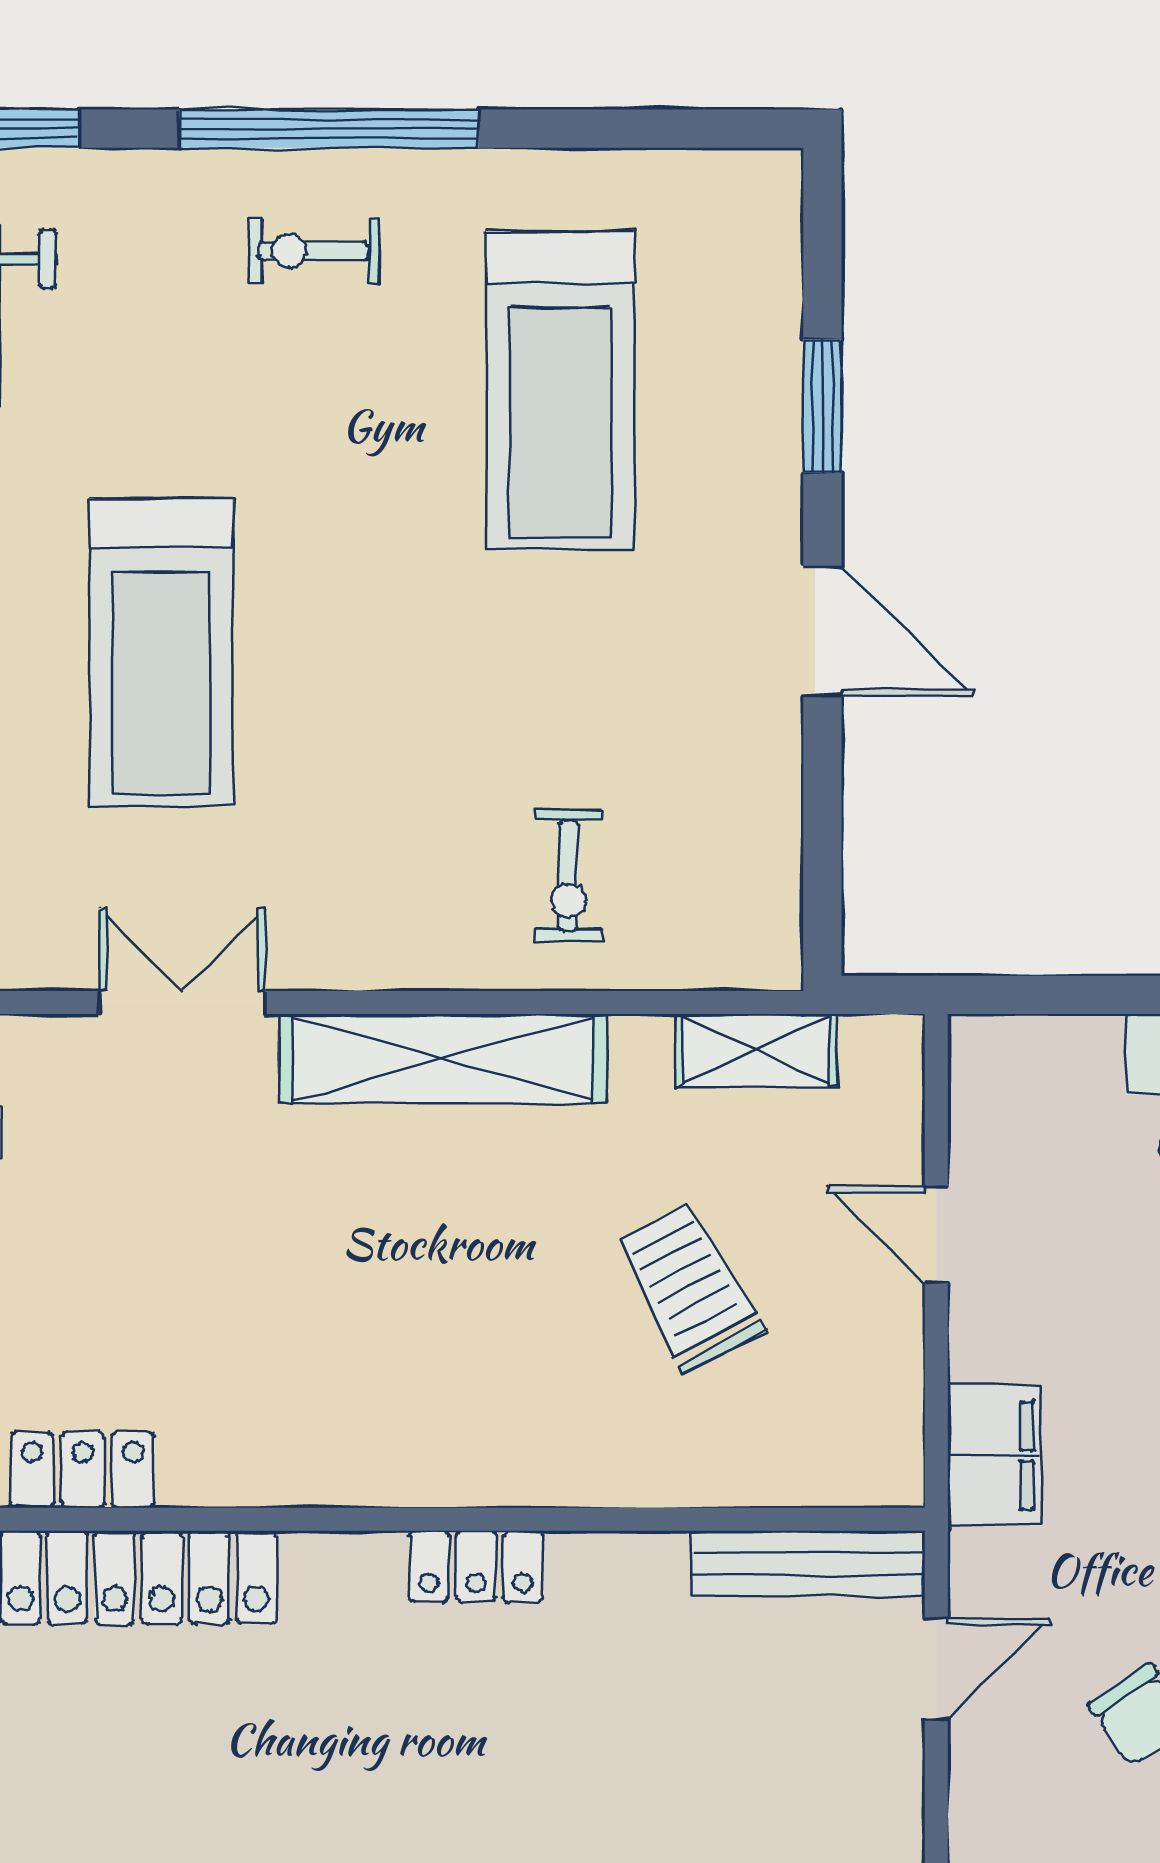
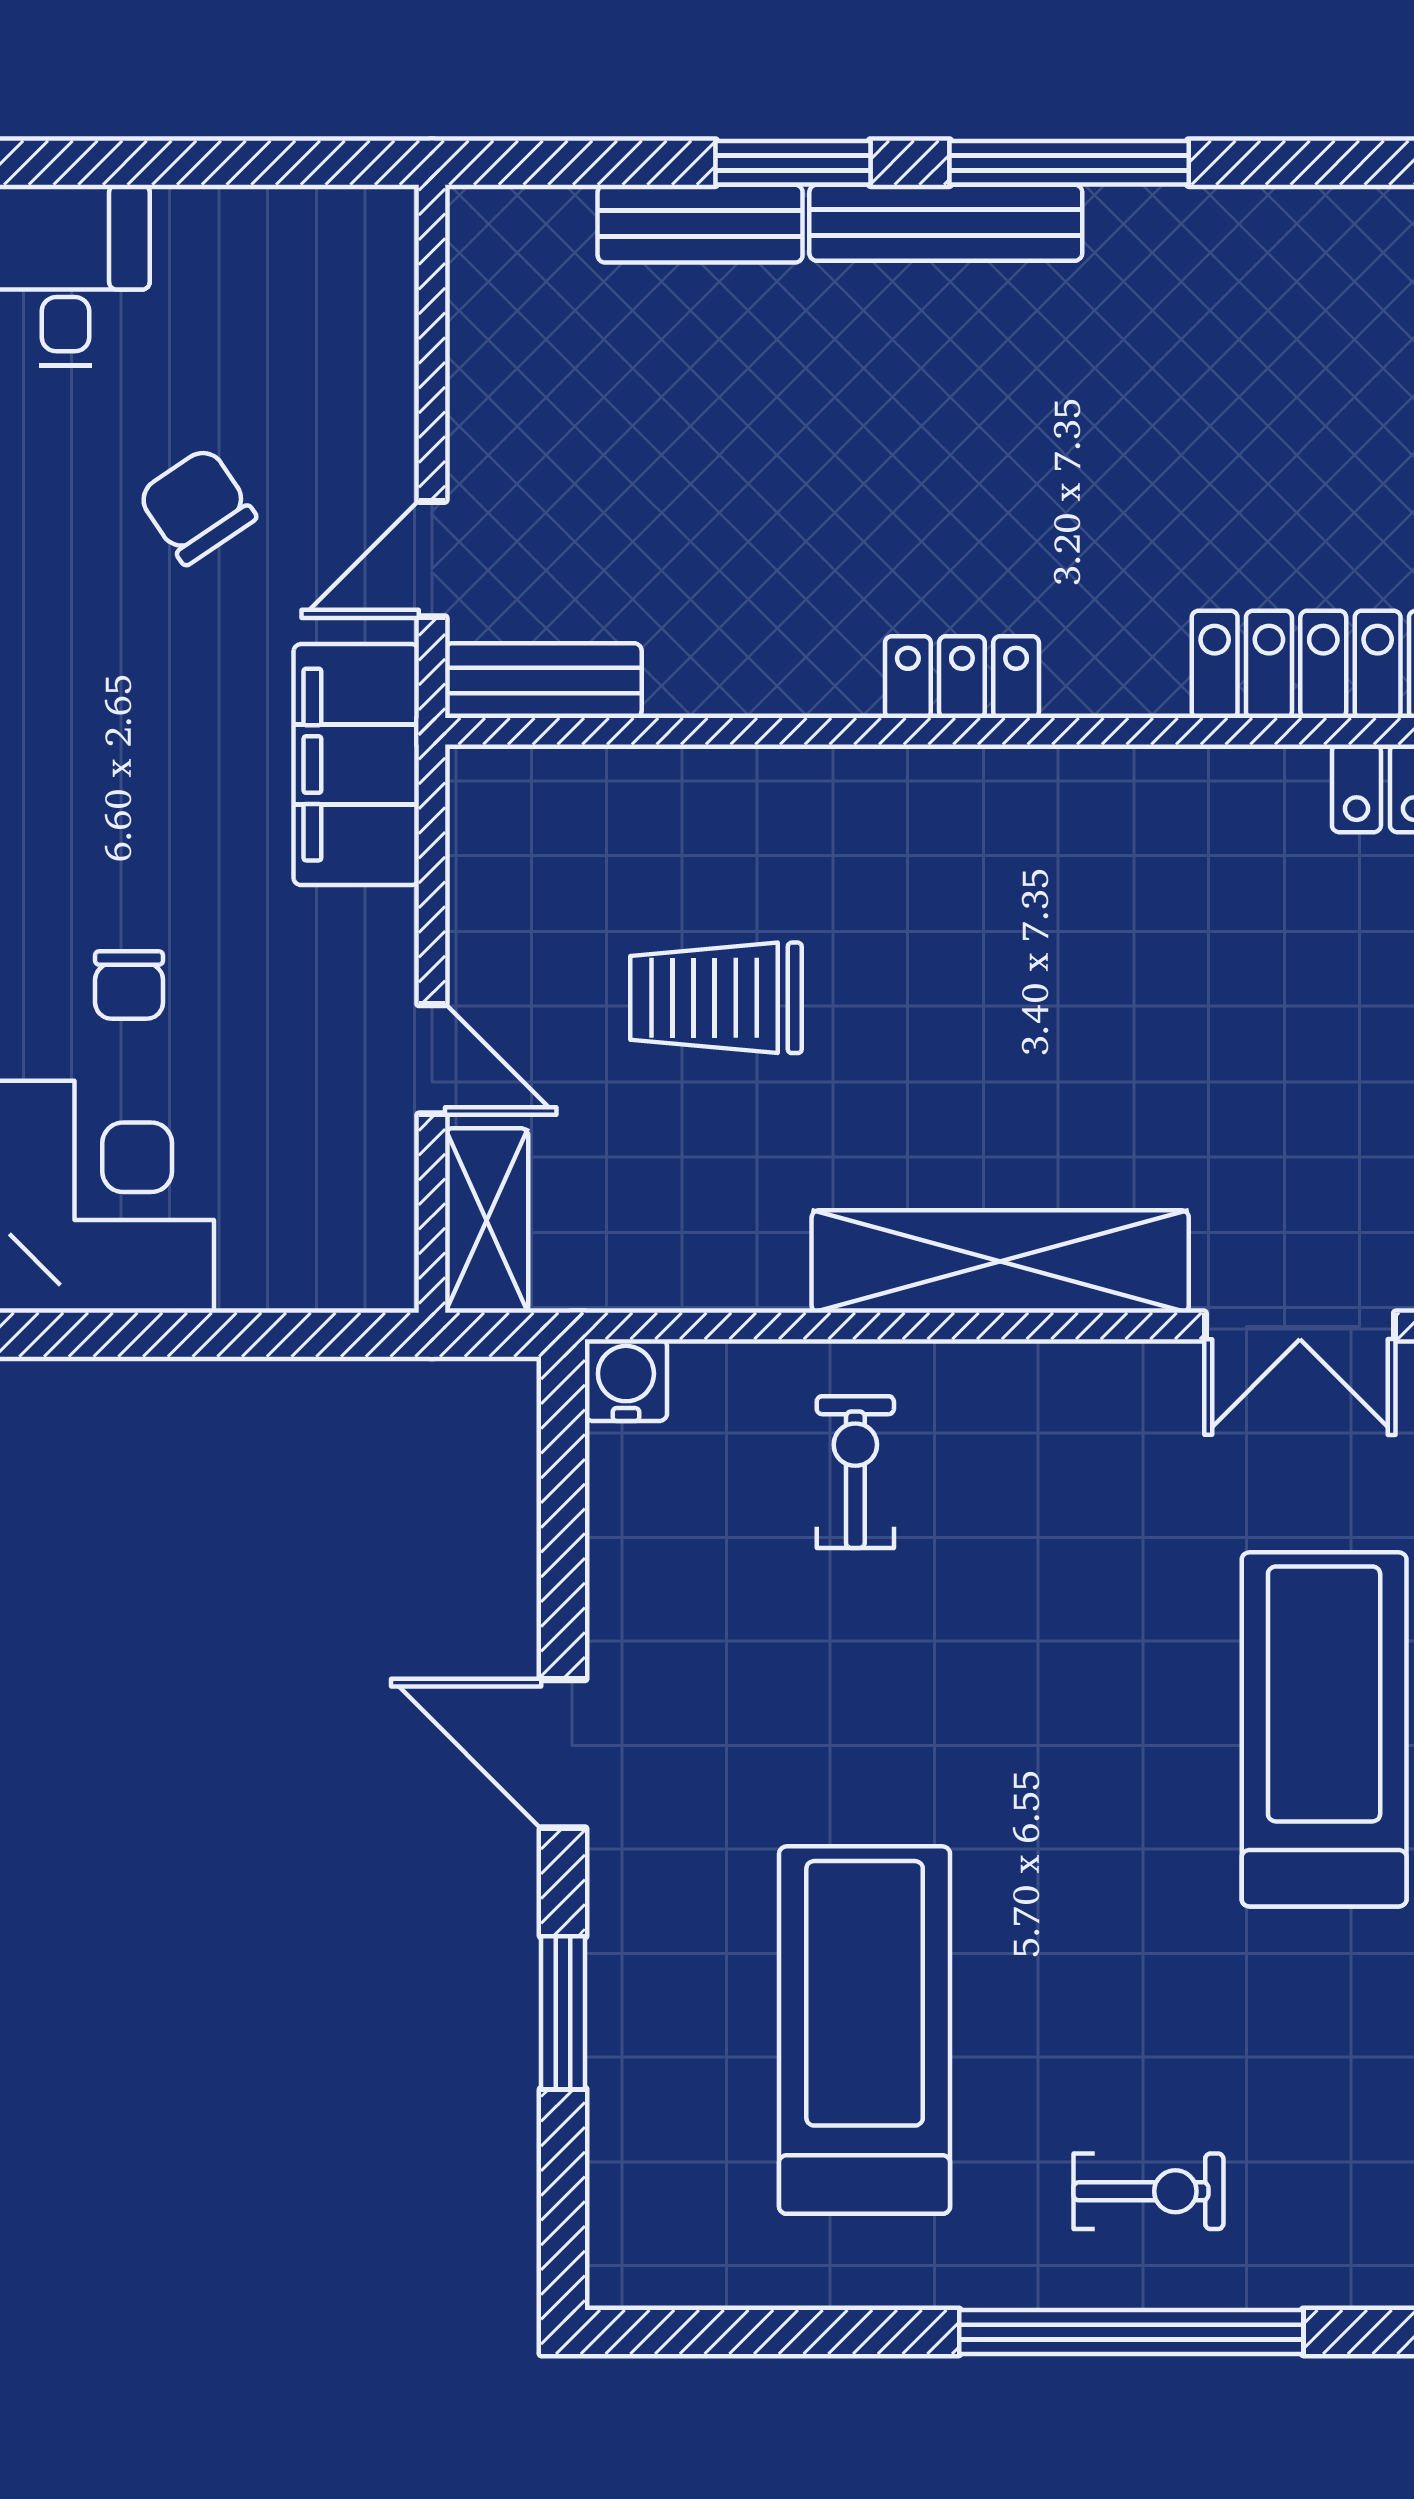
water cooler: (768, 956) -> (626, 1380), added
shelving: (756, 1050) -> (487, 1221), moved, turned 90
trolley: (690, 1288) -> (716, 998), turned 118
filing cabinet: (994, 1455) -> (356, 765), width x1.50, depth x1.17
bench: (809, 1563) -> (543, 681), width x0.73

